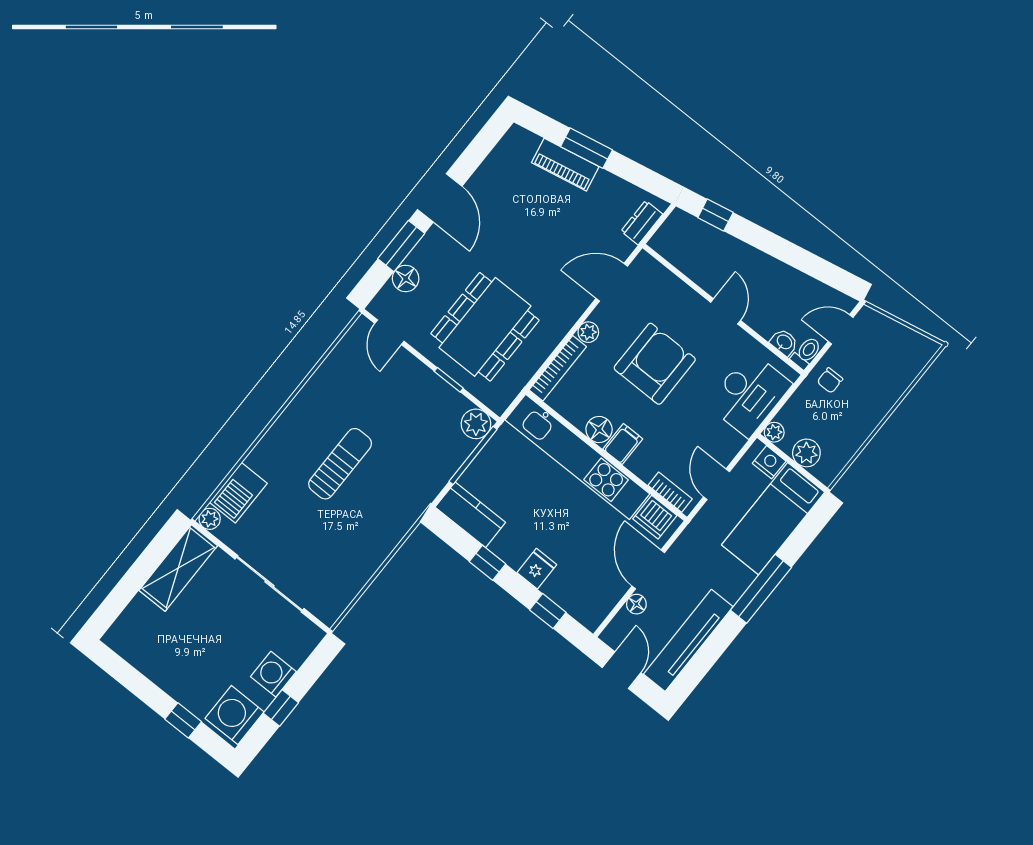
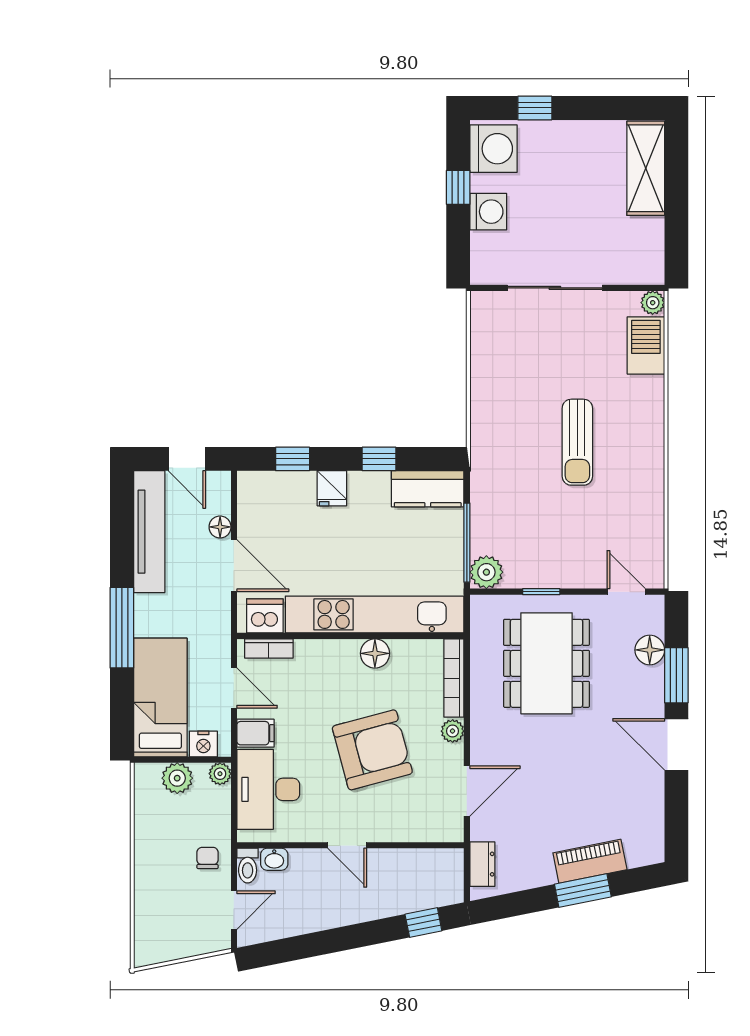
armchair: (655, 364) -> (372, 750), turned -105
filing cabinet: (623, 444) -> (255, 733), moved, turned -90
shelving: (178, 568) -> (646, 168), moved

